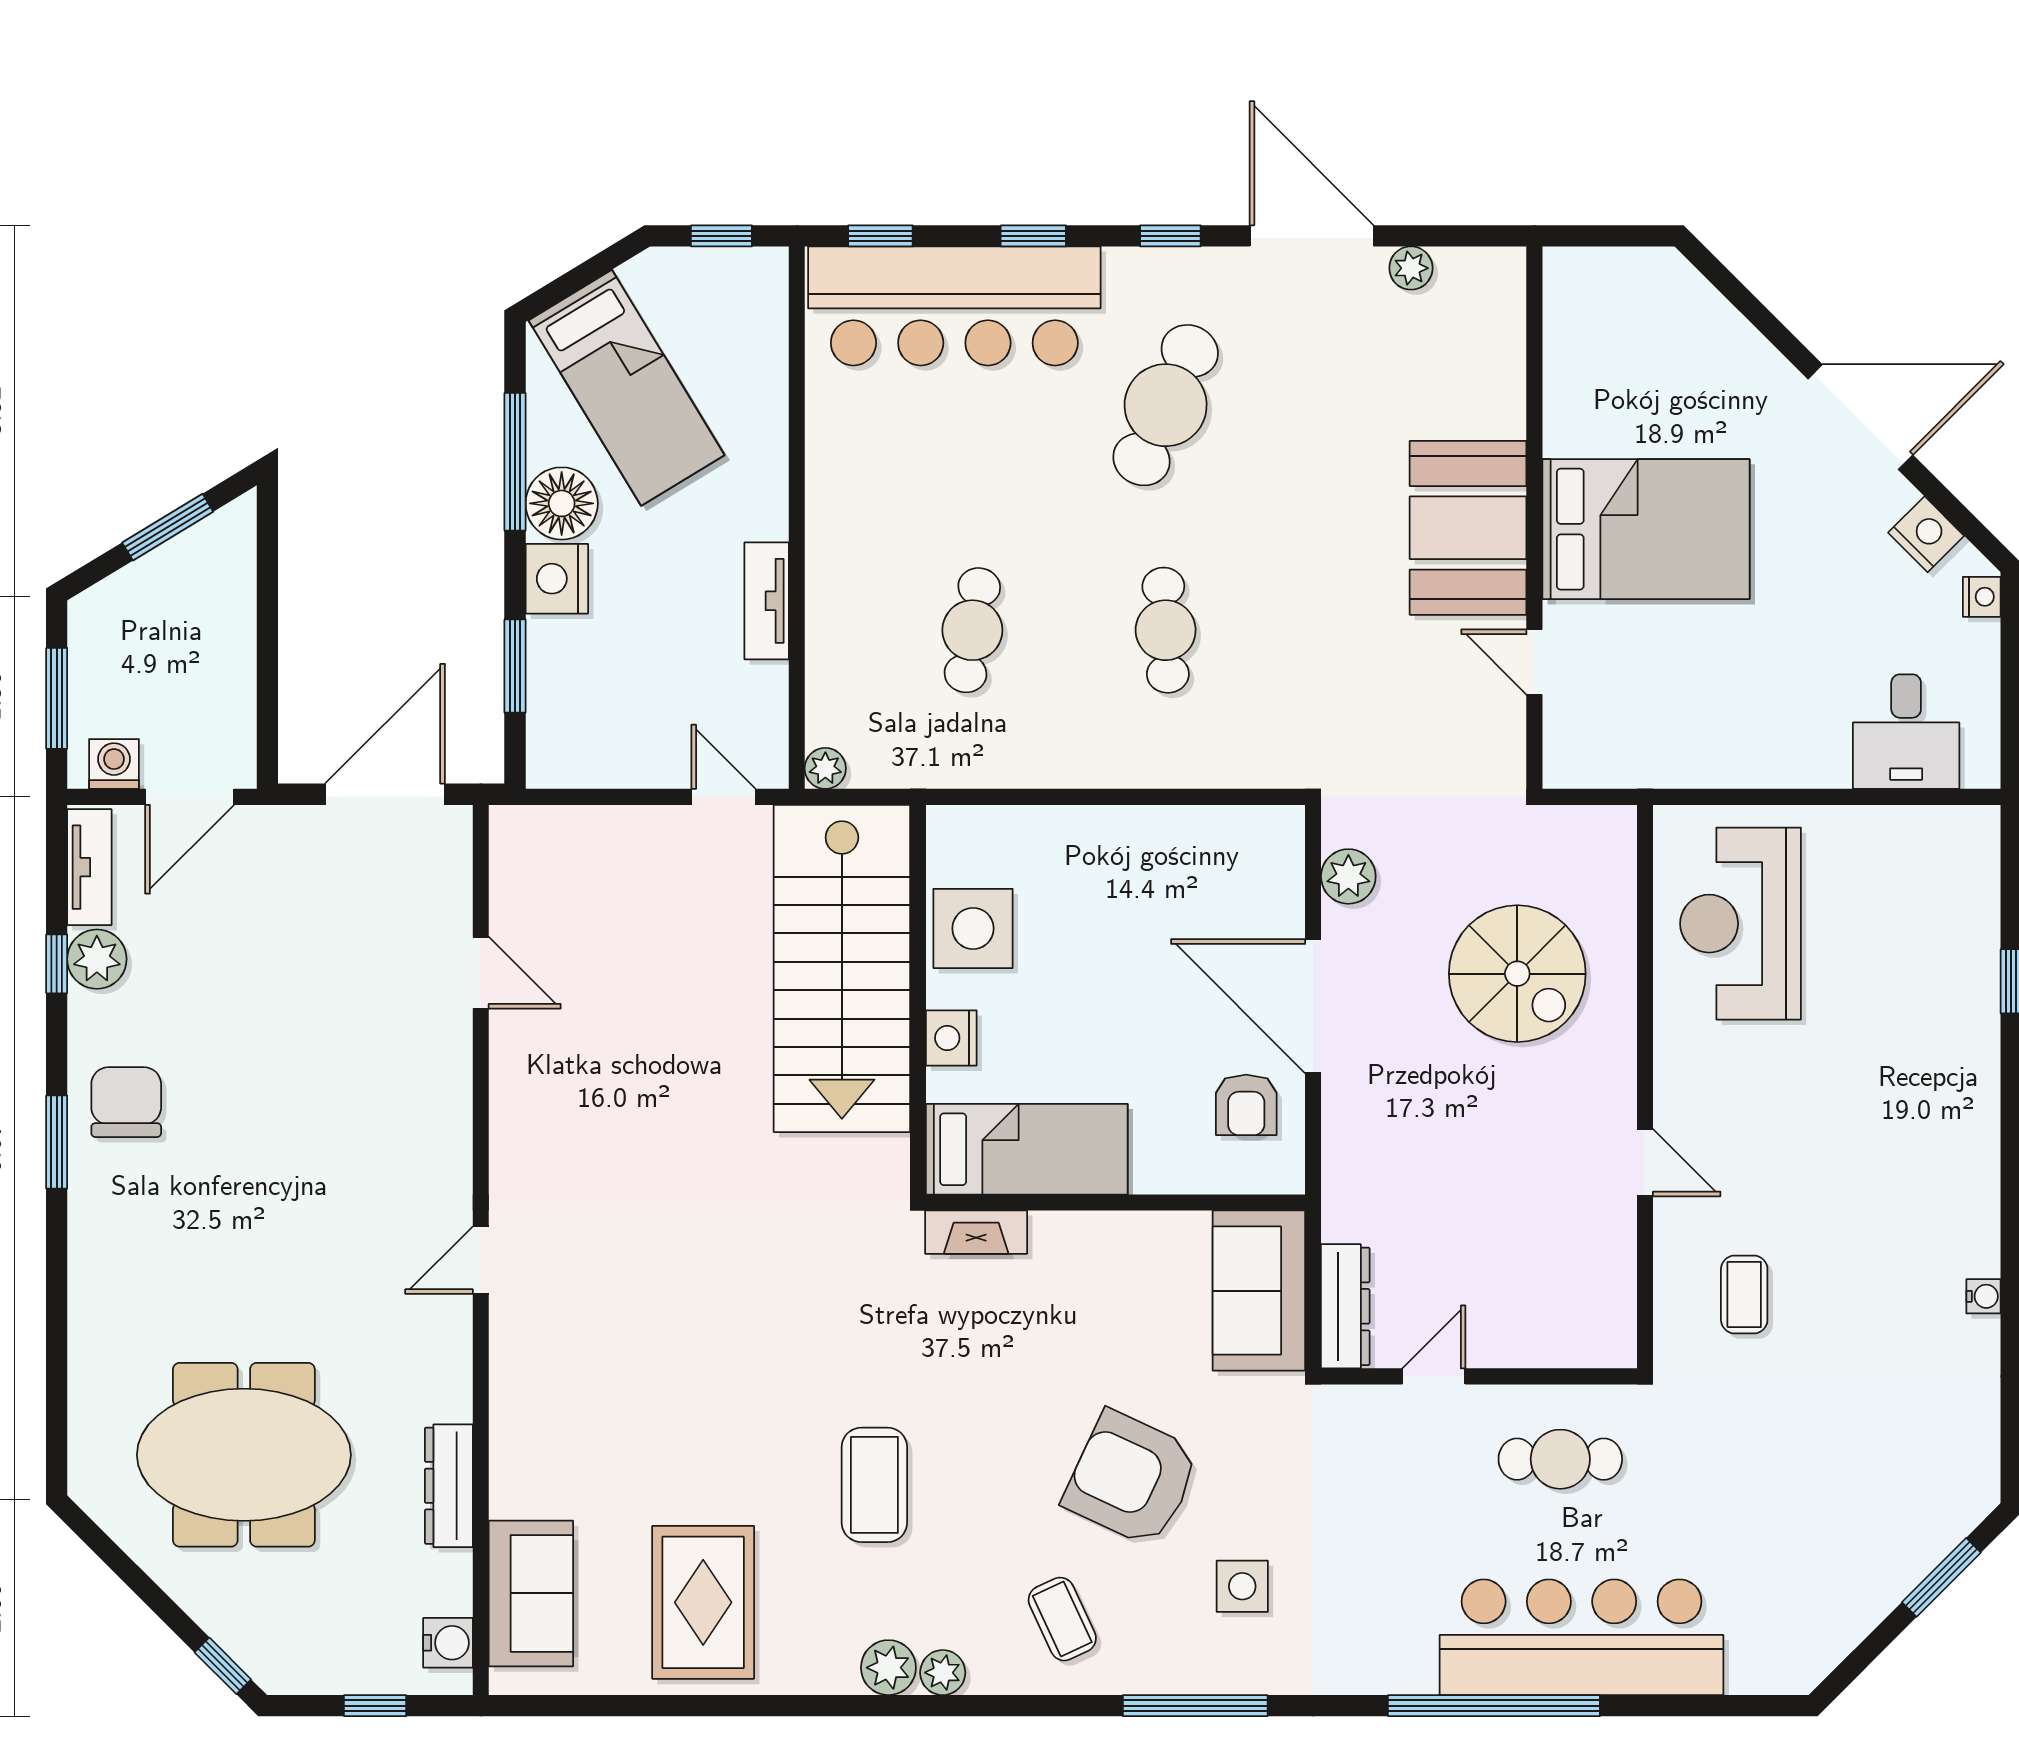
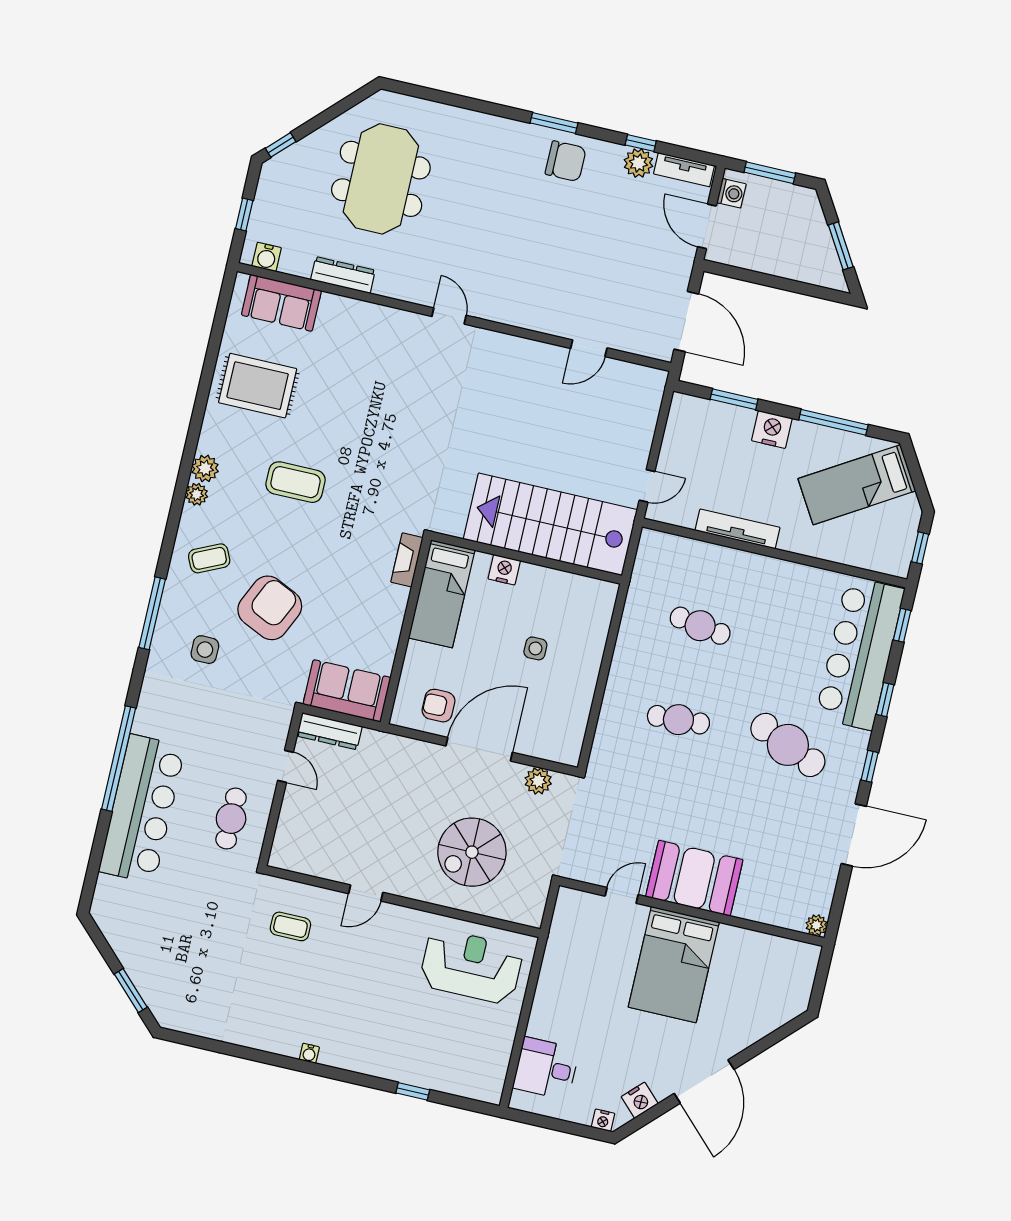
plant: (1411, 268) -> (816, 925), moved
floor lamp: (562, 503) -> (808, 440), removed
tv unit: (767, 601) -> (738, 529), width x1.41
plant: (825, 768) -> (649, 539), removed
side table: (973, 928) -> (535, 648), moved, width x0.54, depth x0.54
water cooler: (1983, 1296) -> (309, 1053), moved

